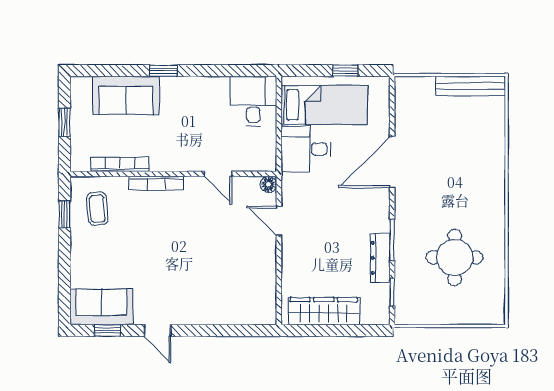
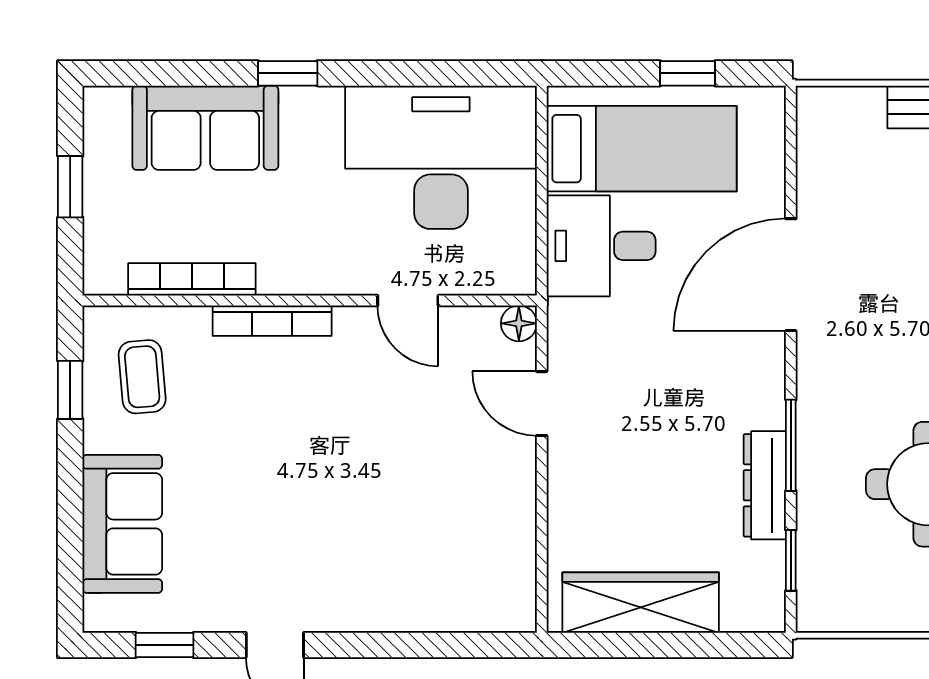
desk: (253, 101) -> (441, 157), width x1.87, depth x1.30
sofa: (101, 307) -> (122, 524), moved, turned 90

